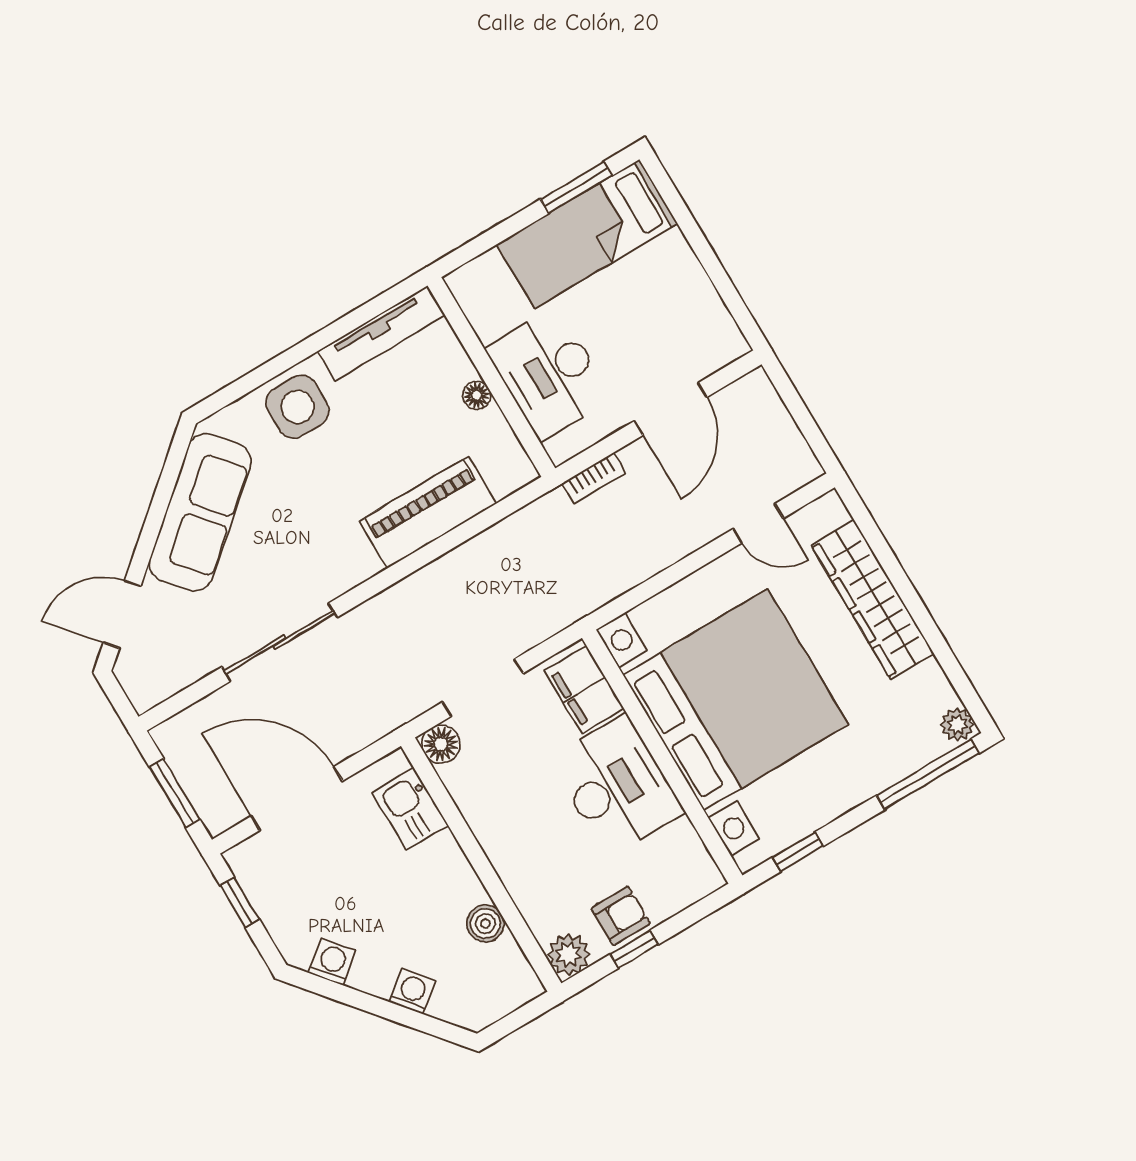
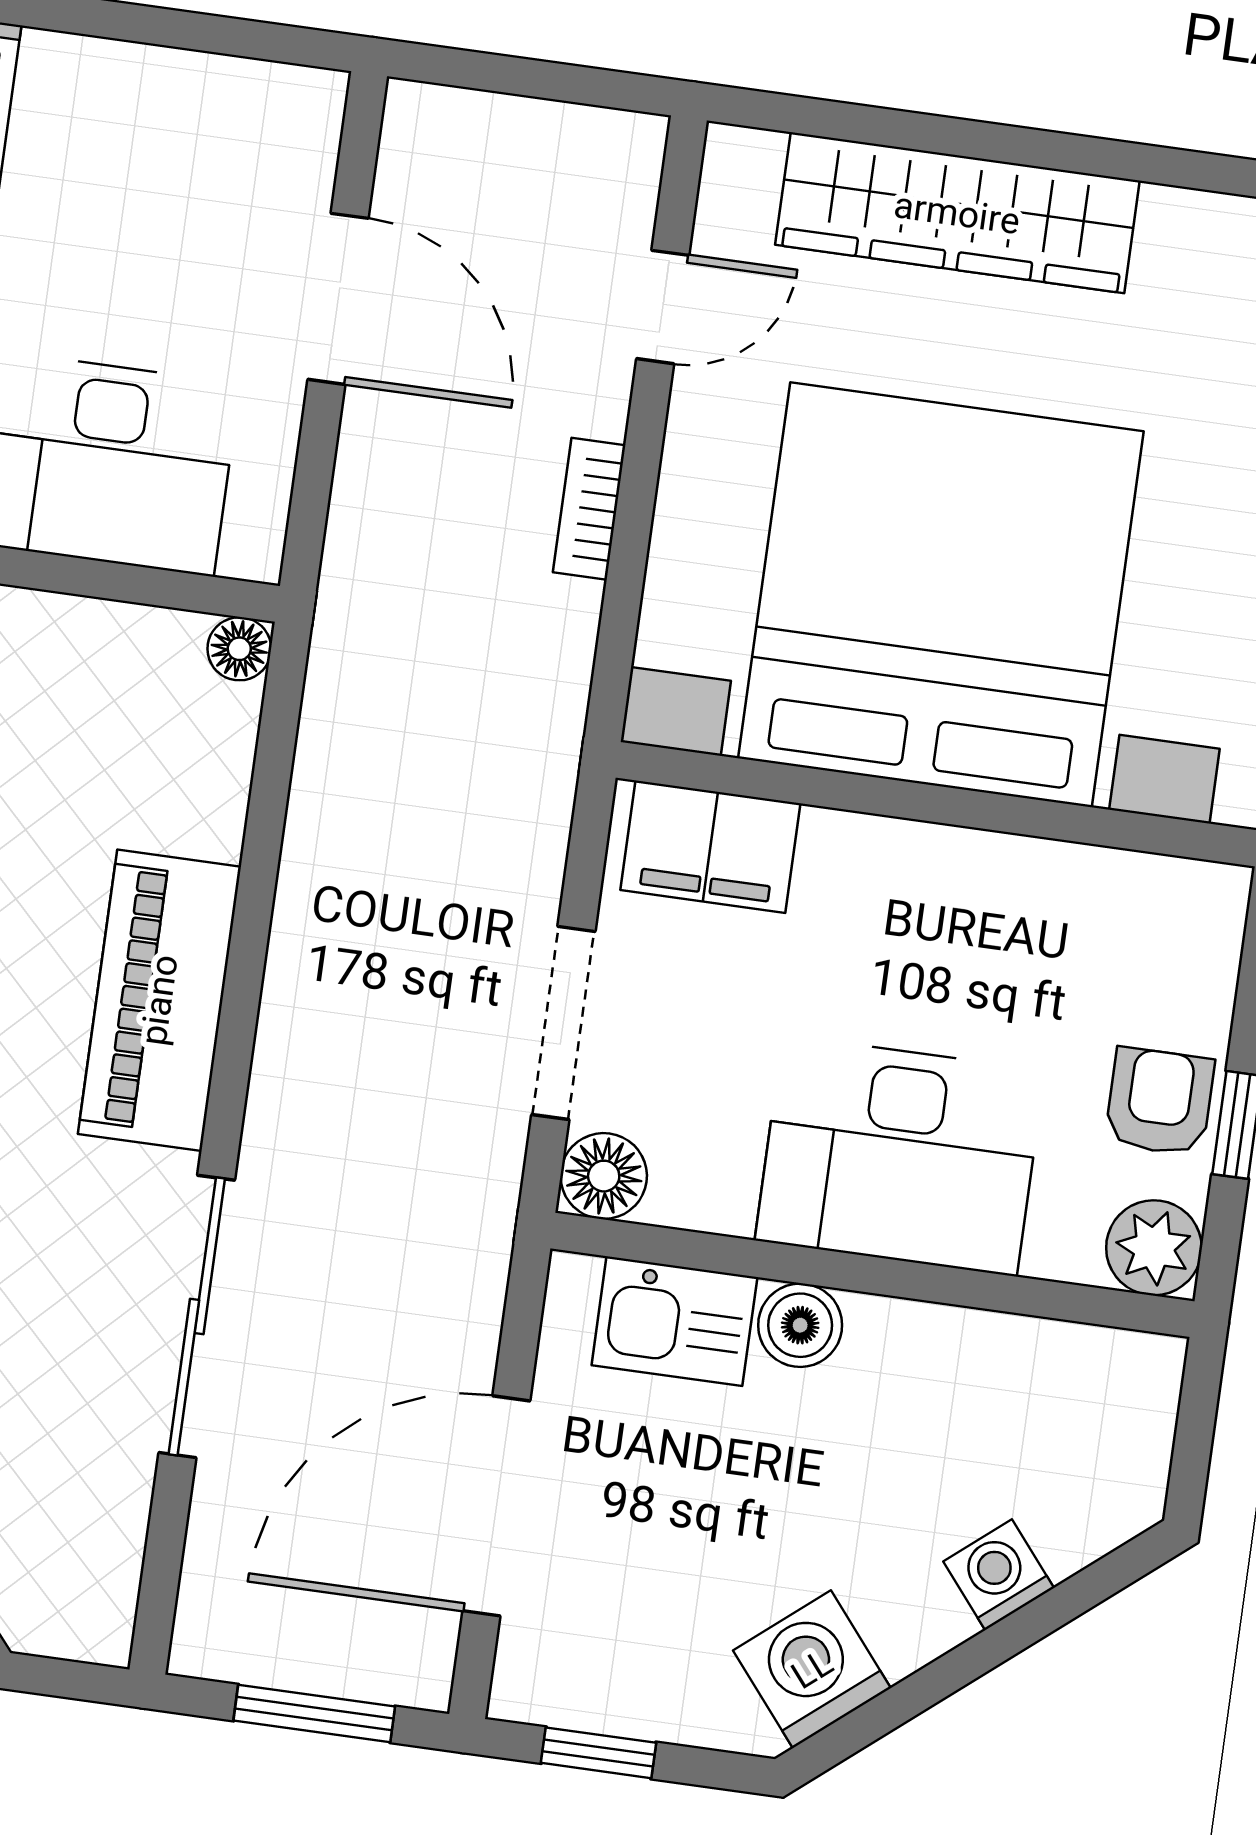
floor lamp: (477, 395) -> (239, 649), moved
bookcase: (594, 478) -> (589, 509), moved, turned 180
piano: (428, 512) -> (159, 1000), moved
desk: (617, 786) -> (900, 1156), moved, turned 180
boiler: (485, 924) -> (800, 1325), moved
washing machine: (332, 962) -> (812, 1669), width x1.38, depth x1.38

